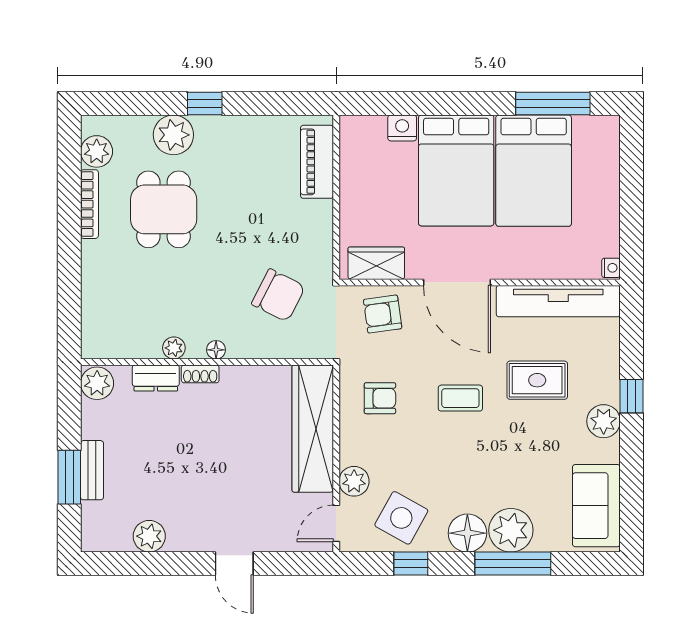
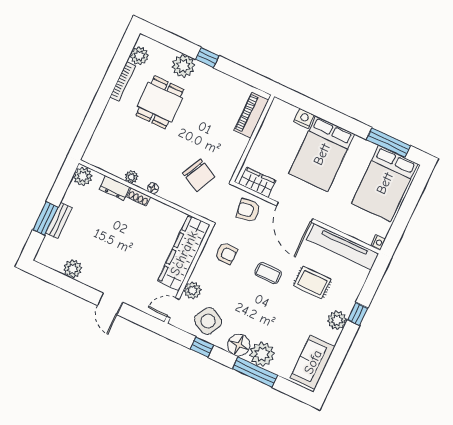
bed: (534, 171) -> (385, 183), moved

